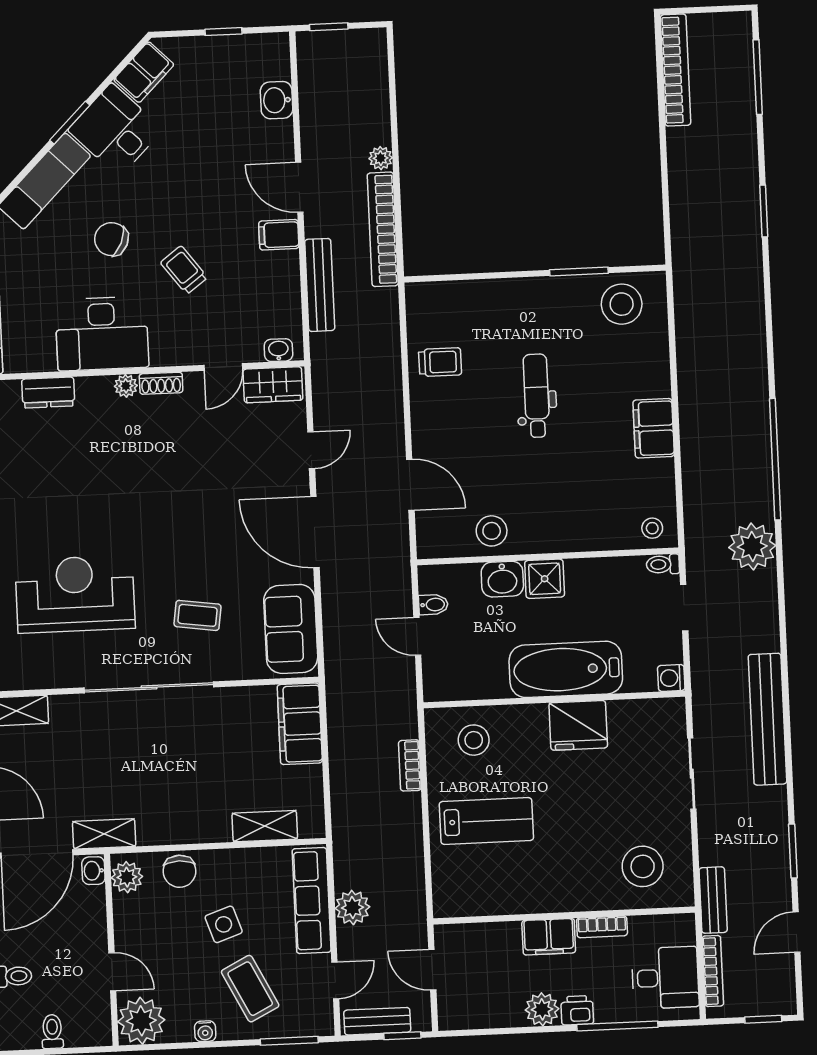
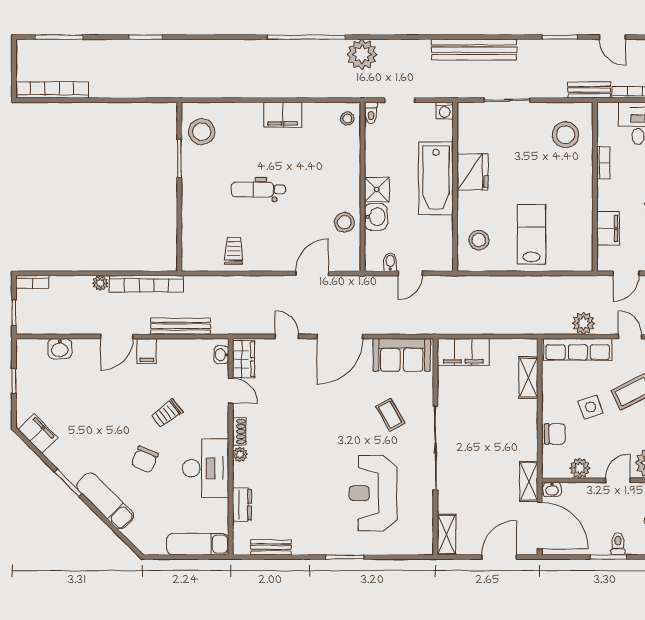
desk: (115, 130) -> (74, 454), removed
coffee table: (198, 615) -> (390, 415), turned -38
bookcase: (410, 765) -> (32, 282), moved
plant: (127, 877) -> (580, 468), moved
filing cabinet: (549, 937) -> (608, 228), moved

